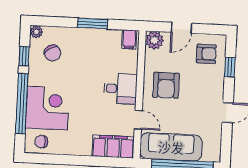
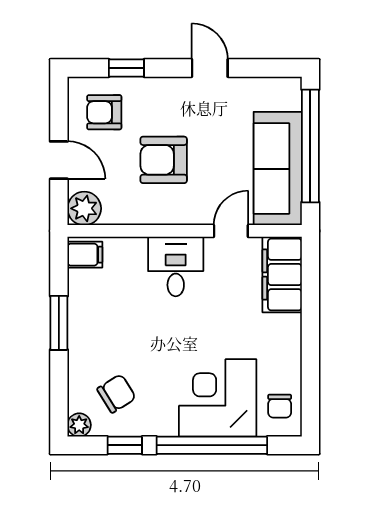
armchair: (206, 54) -> (104, 112), turned -90
armchair: (166, 85) -> (164, 160), moved, turned 180

